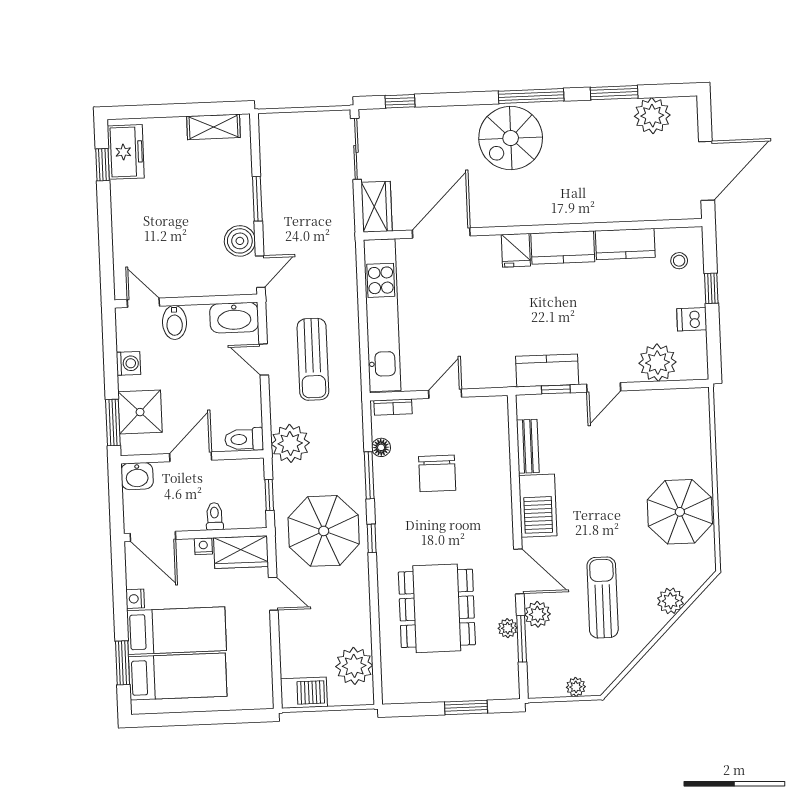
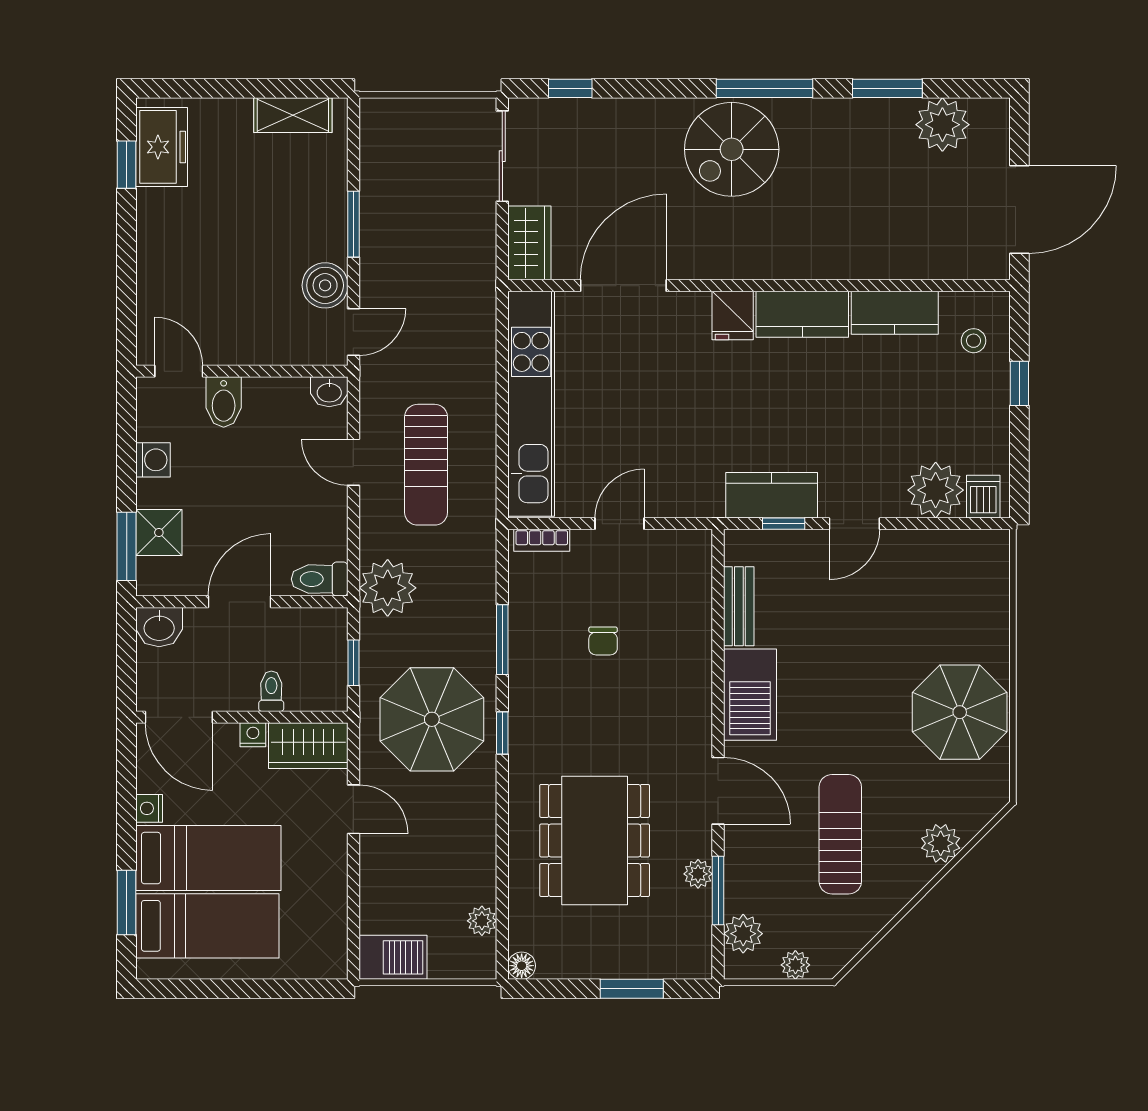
washbasin: (234, 318) -> (329, 392), width x0.52, depth x0.69
dishwasher: (692, 319) -> (983, 497), moved, turned 90
shower: (140, 412) -> (159, 533), width x0.73, depth x0.73
floor lamp: (381, 447) -> (522, 966), moved
chair: (437, 473) -> (603, 641), width x0.54, depth x0.54
plant: (538, 614) -> (743, 934), moved
plant: (354, 666) -> (482, 921), width x0.53, depth x0.53

